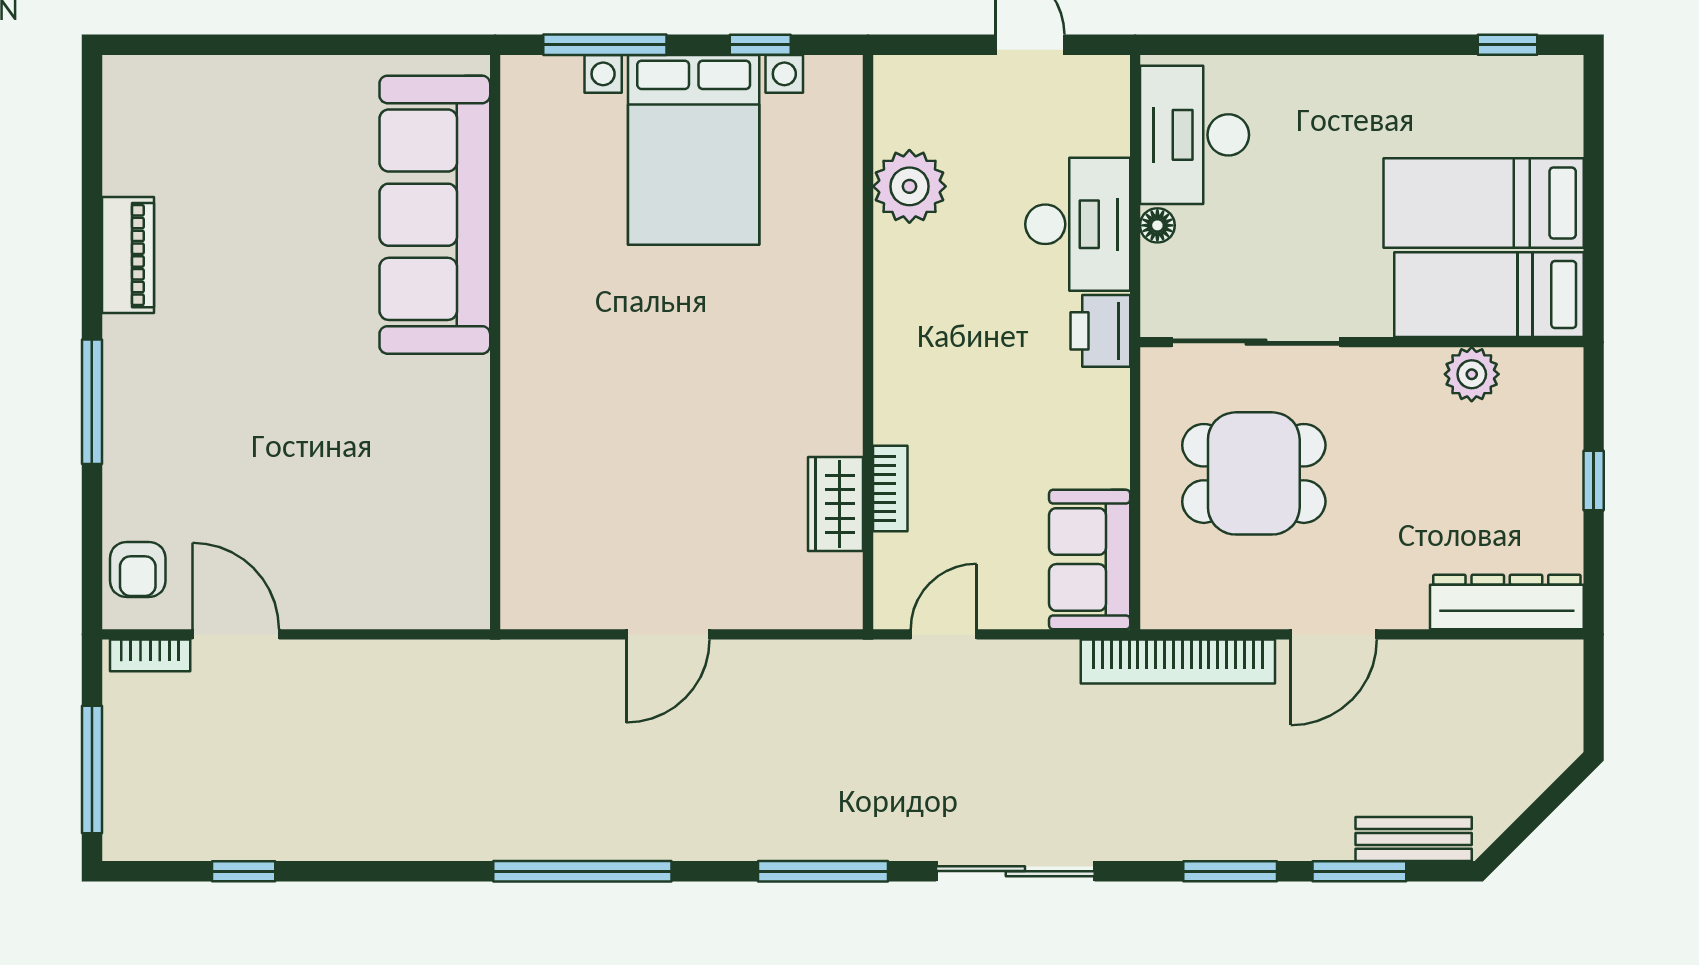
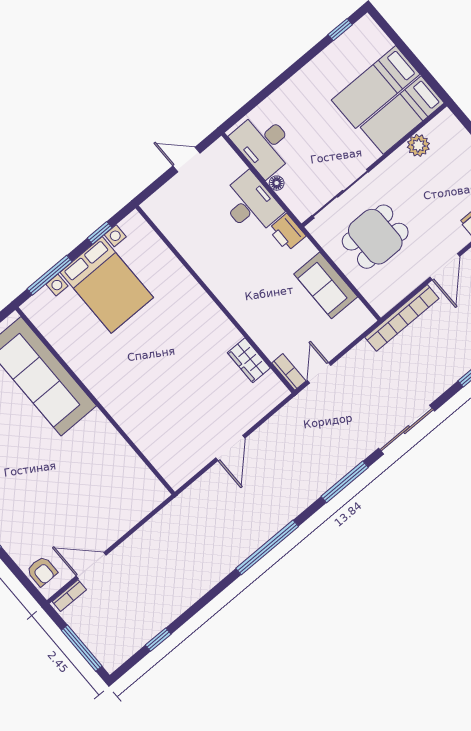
plant: (909, 186) -> (186, 238), removed
bookcase: (890, 489) -> (289, 372), moved
sofa: (1090, 559) -> (326, 285), moved

